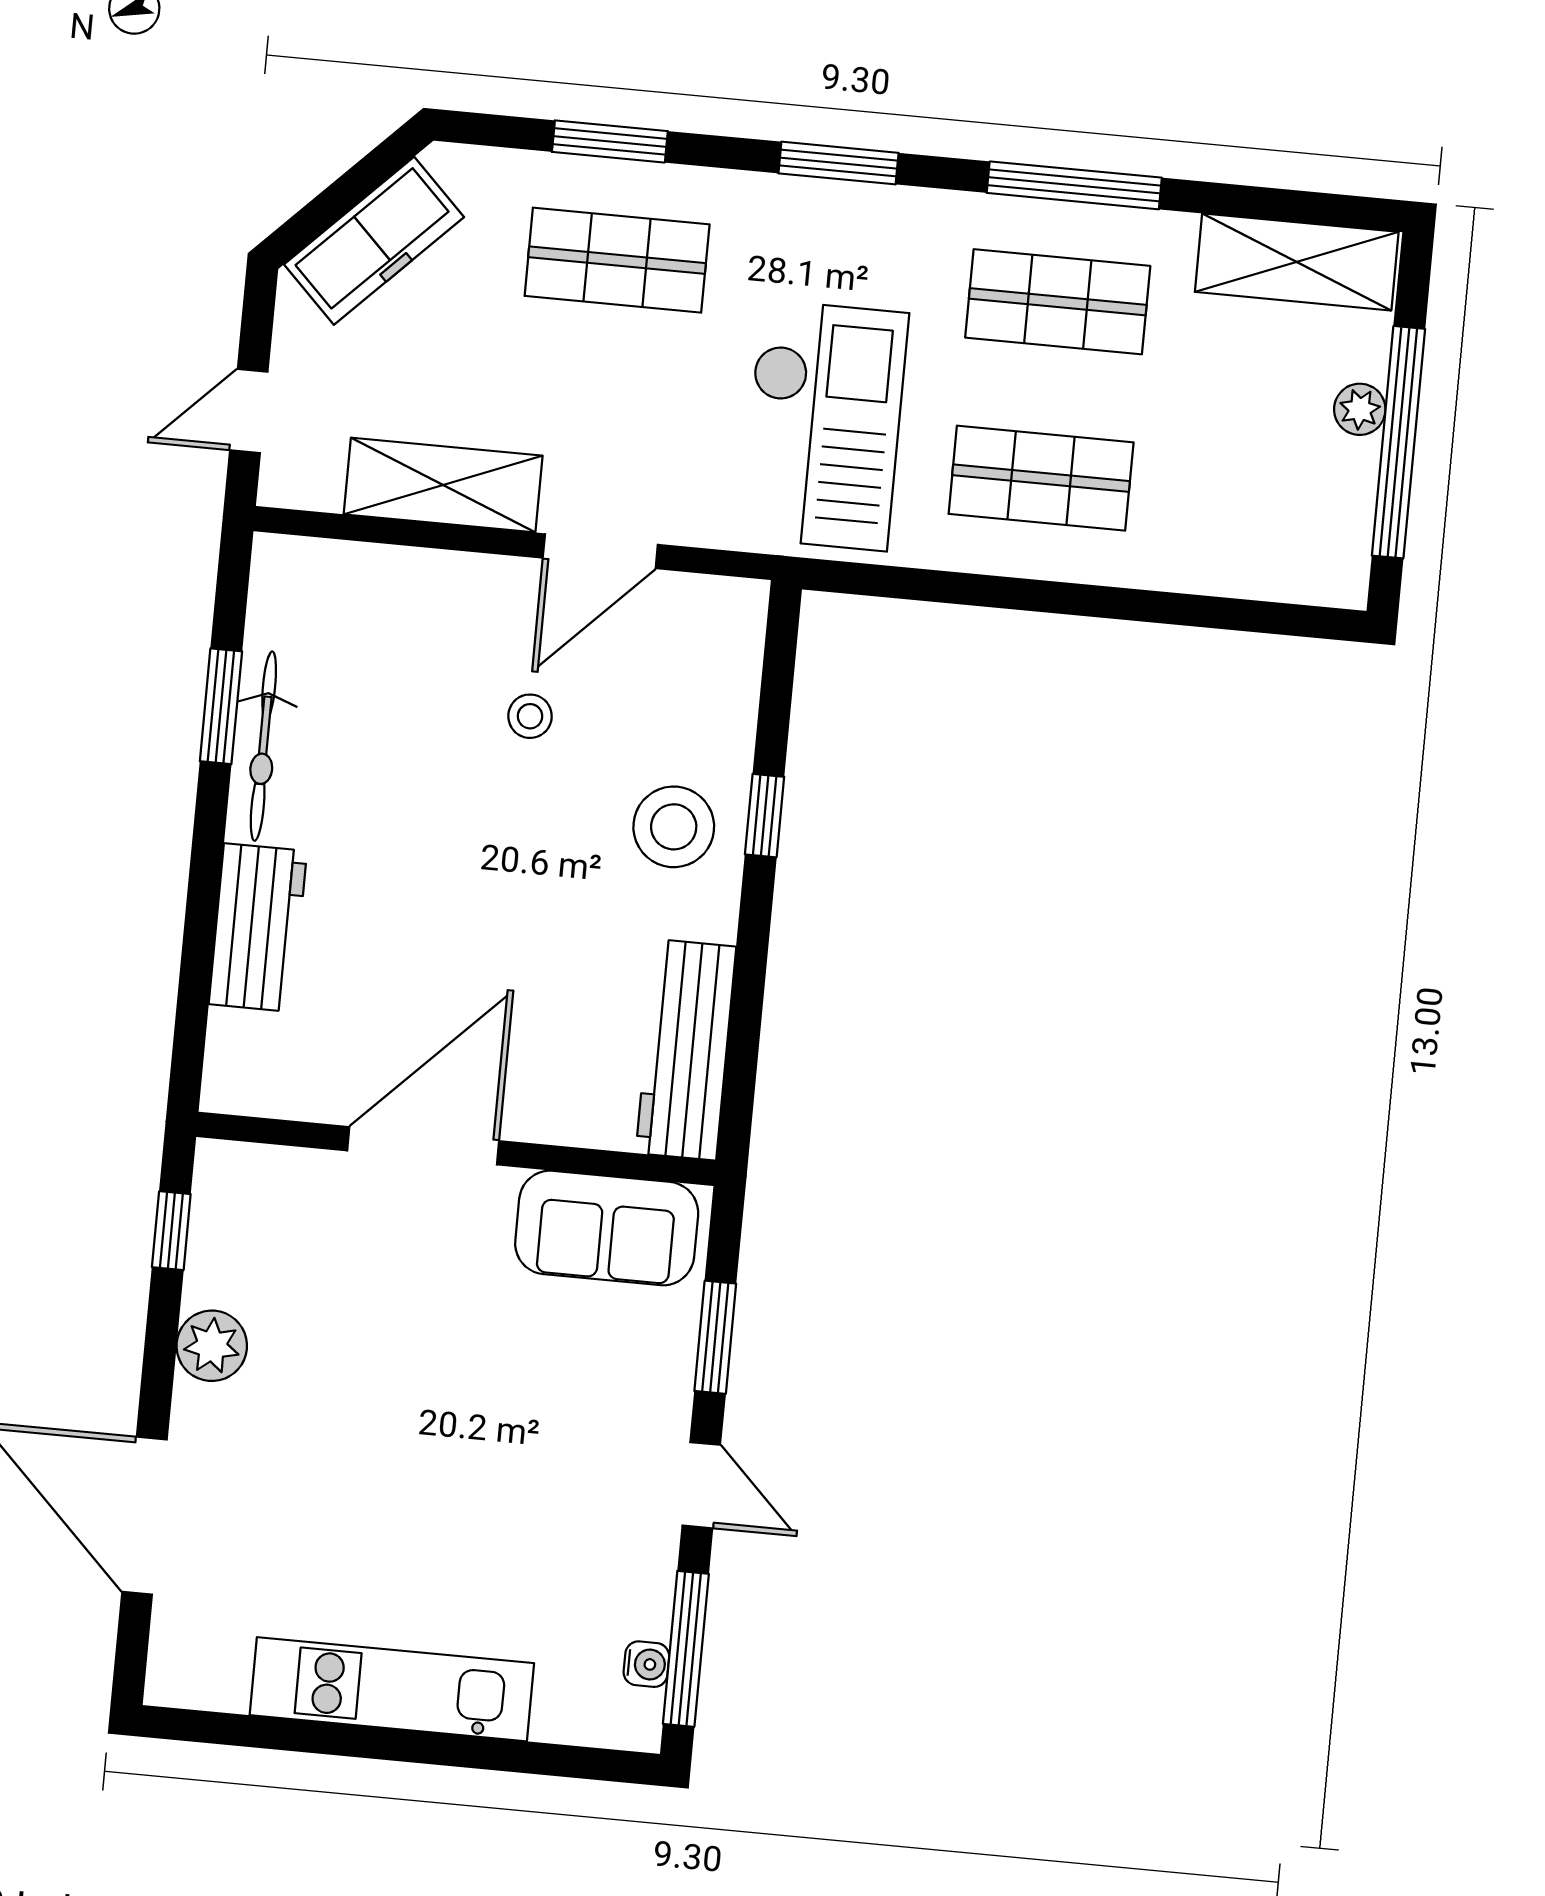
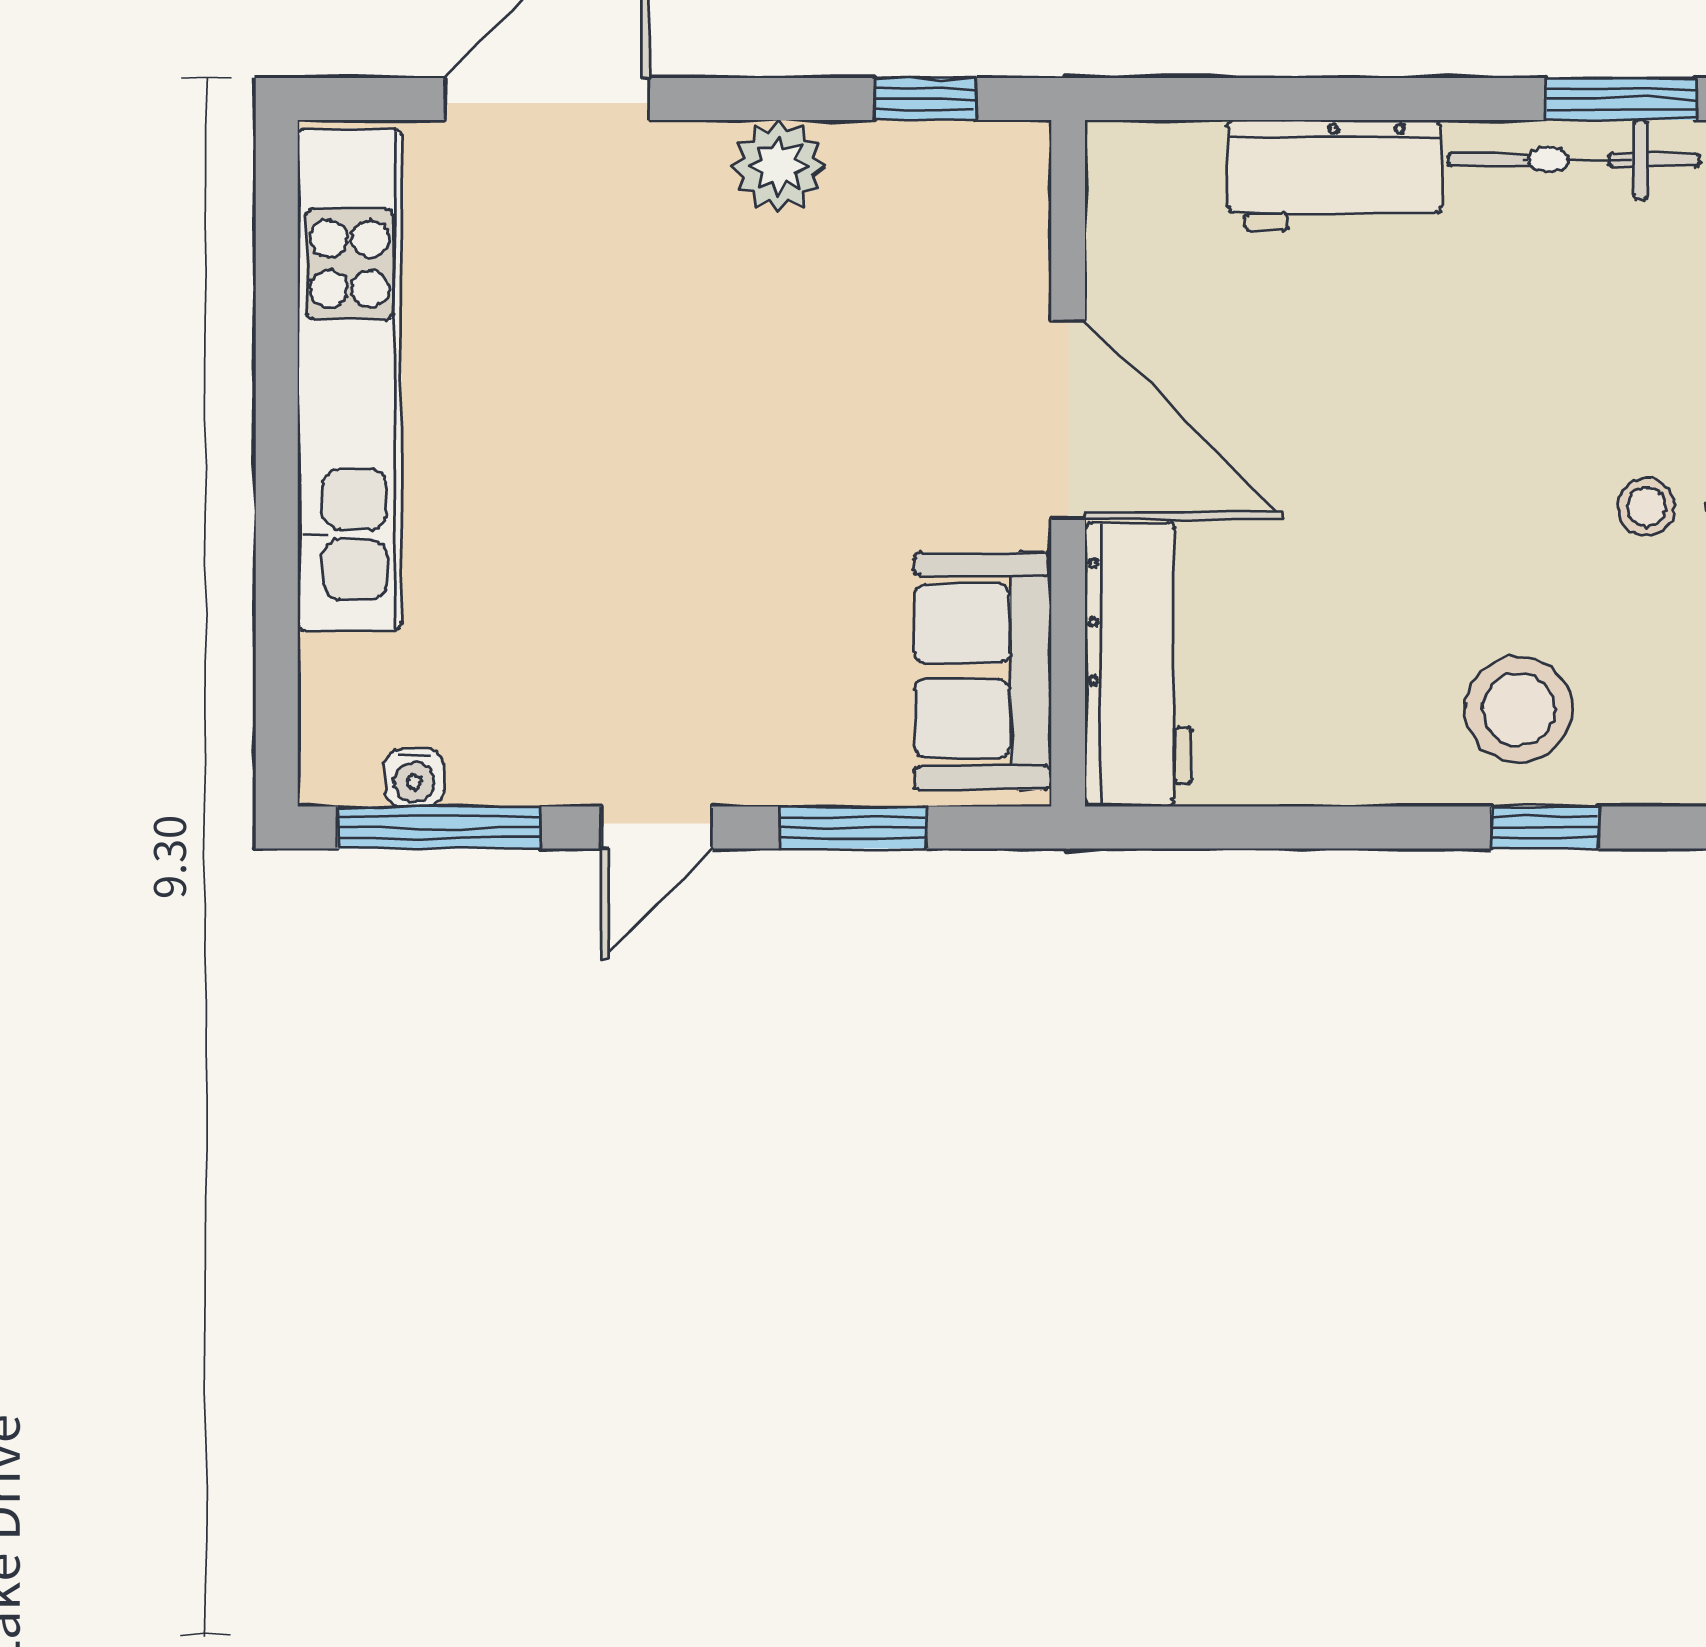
workbench: (686, 1050) -> (1138, 665), moved, turned 90
kitchen unit: (392, 1689) -> (350, 379), width x1.36

